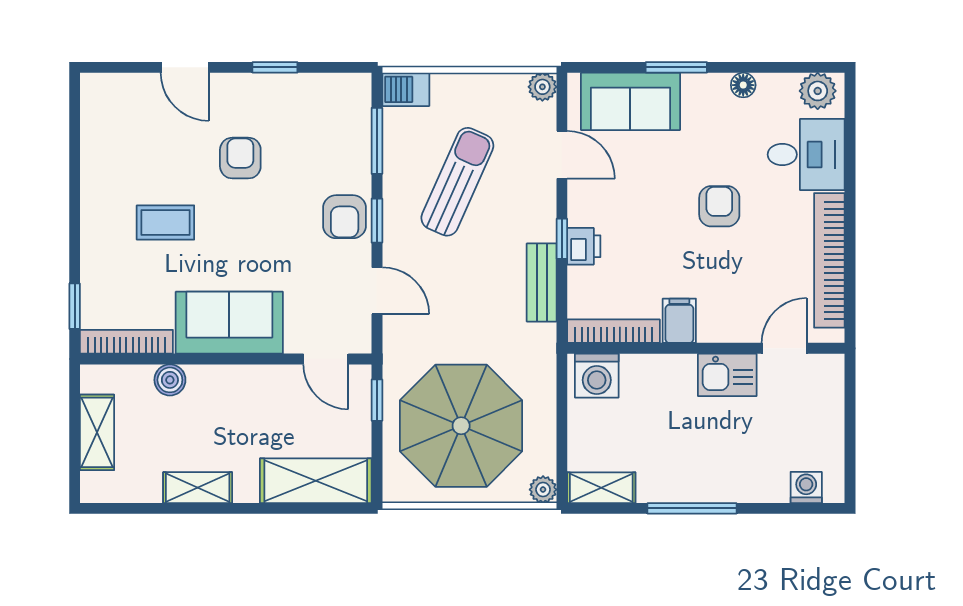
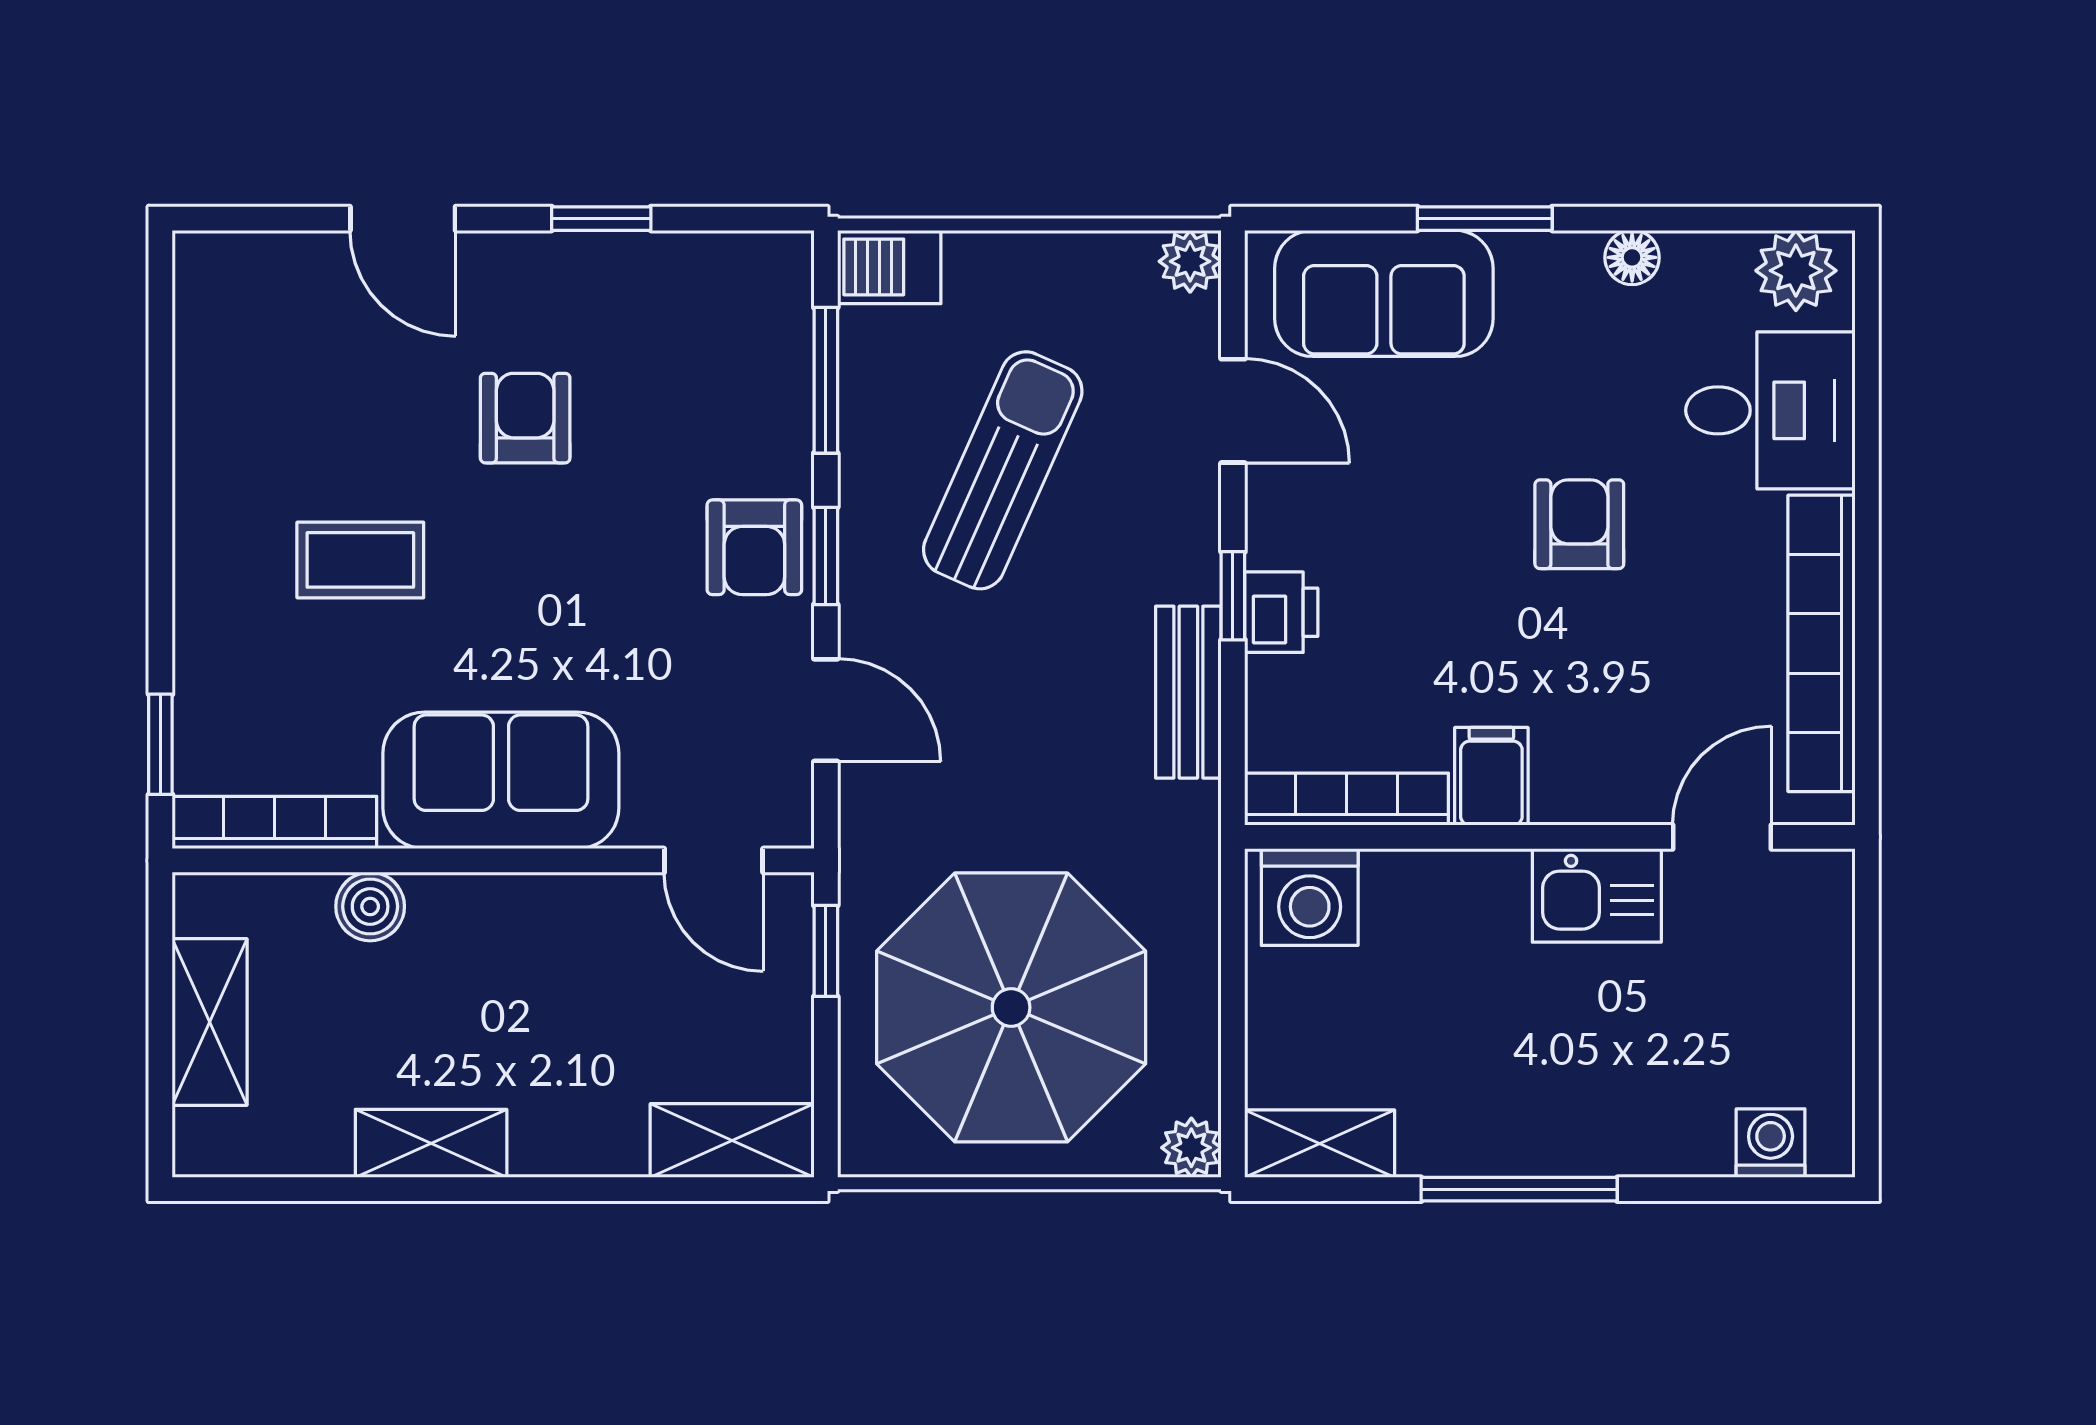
shelving: (316, 481) -> (732, 1141), width x0.67, depth x0.75

